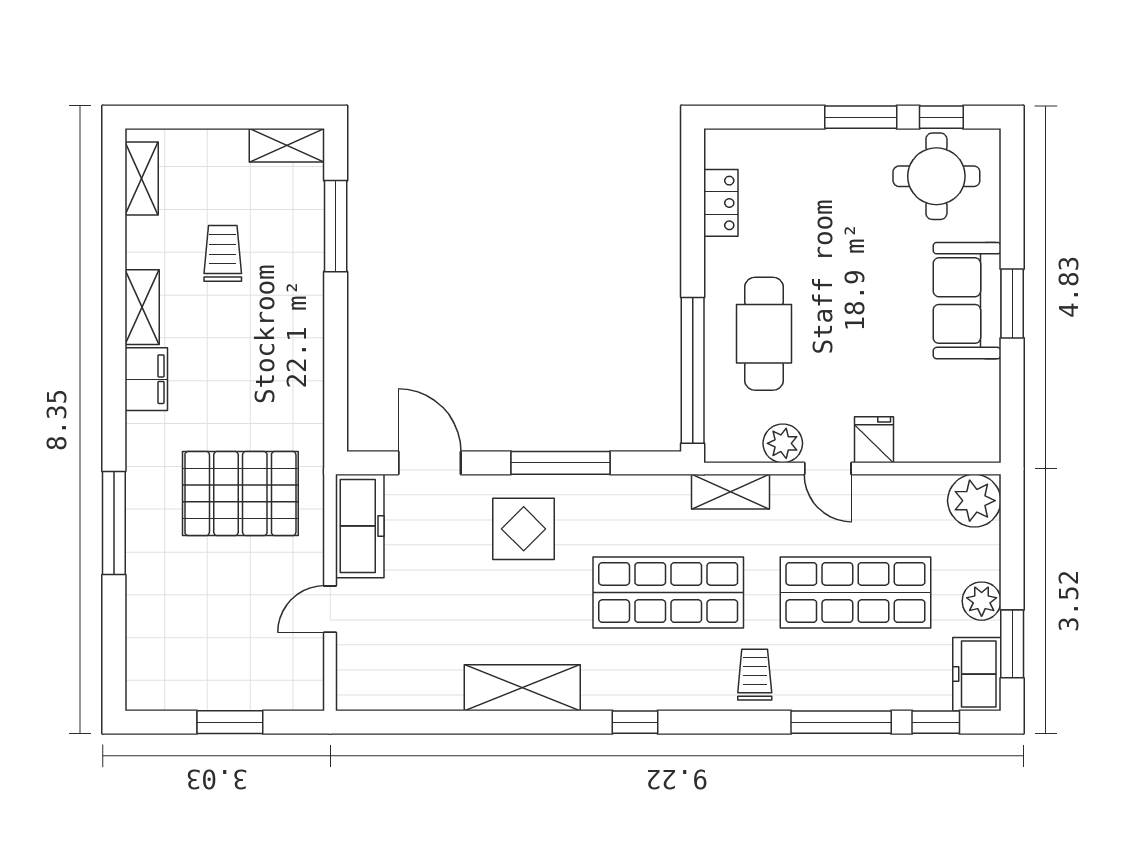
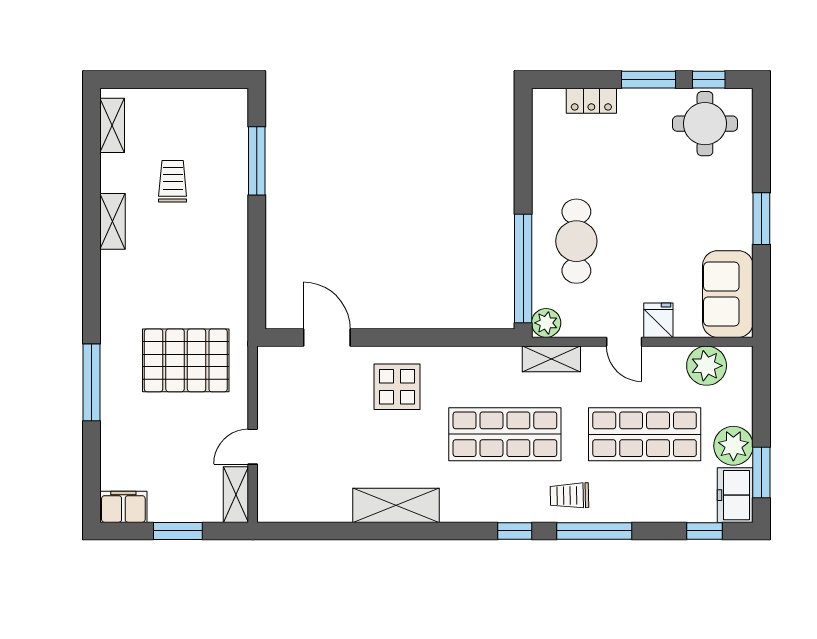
shelving: (287, 145) -> (236, 495), moved, turned 90
locker: (721, 203) -> (591, 101), moved, turned 90
sofa: (967, 301) -> (728, 294), moved
filing cabinet: (146, 379) -> (123, 507), moved, turned -90
plant: (783, 443) -> (546, 323), moved
window: (561, 463) -> (425, 338), removed
plant: (974, 501) -> (707, 366), moved
freezer: (360, 526) -> (275, 385), removed
plant: (982, 601) -> (733, 446), width x1.36, depth x1.36
trolley: (755, 675) -> (569, 496), turned -91
window: (635, 722) -> (515, 531), moved
window: (841, 722) -> (594, 531), moved

